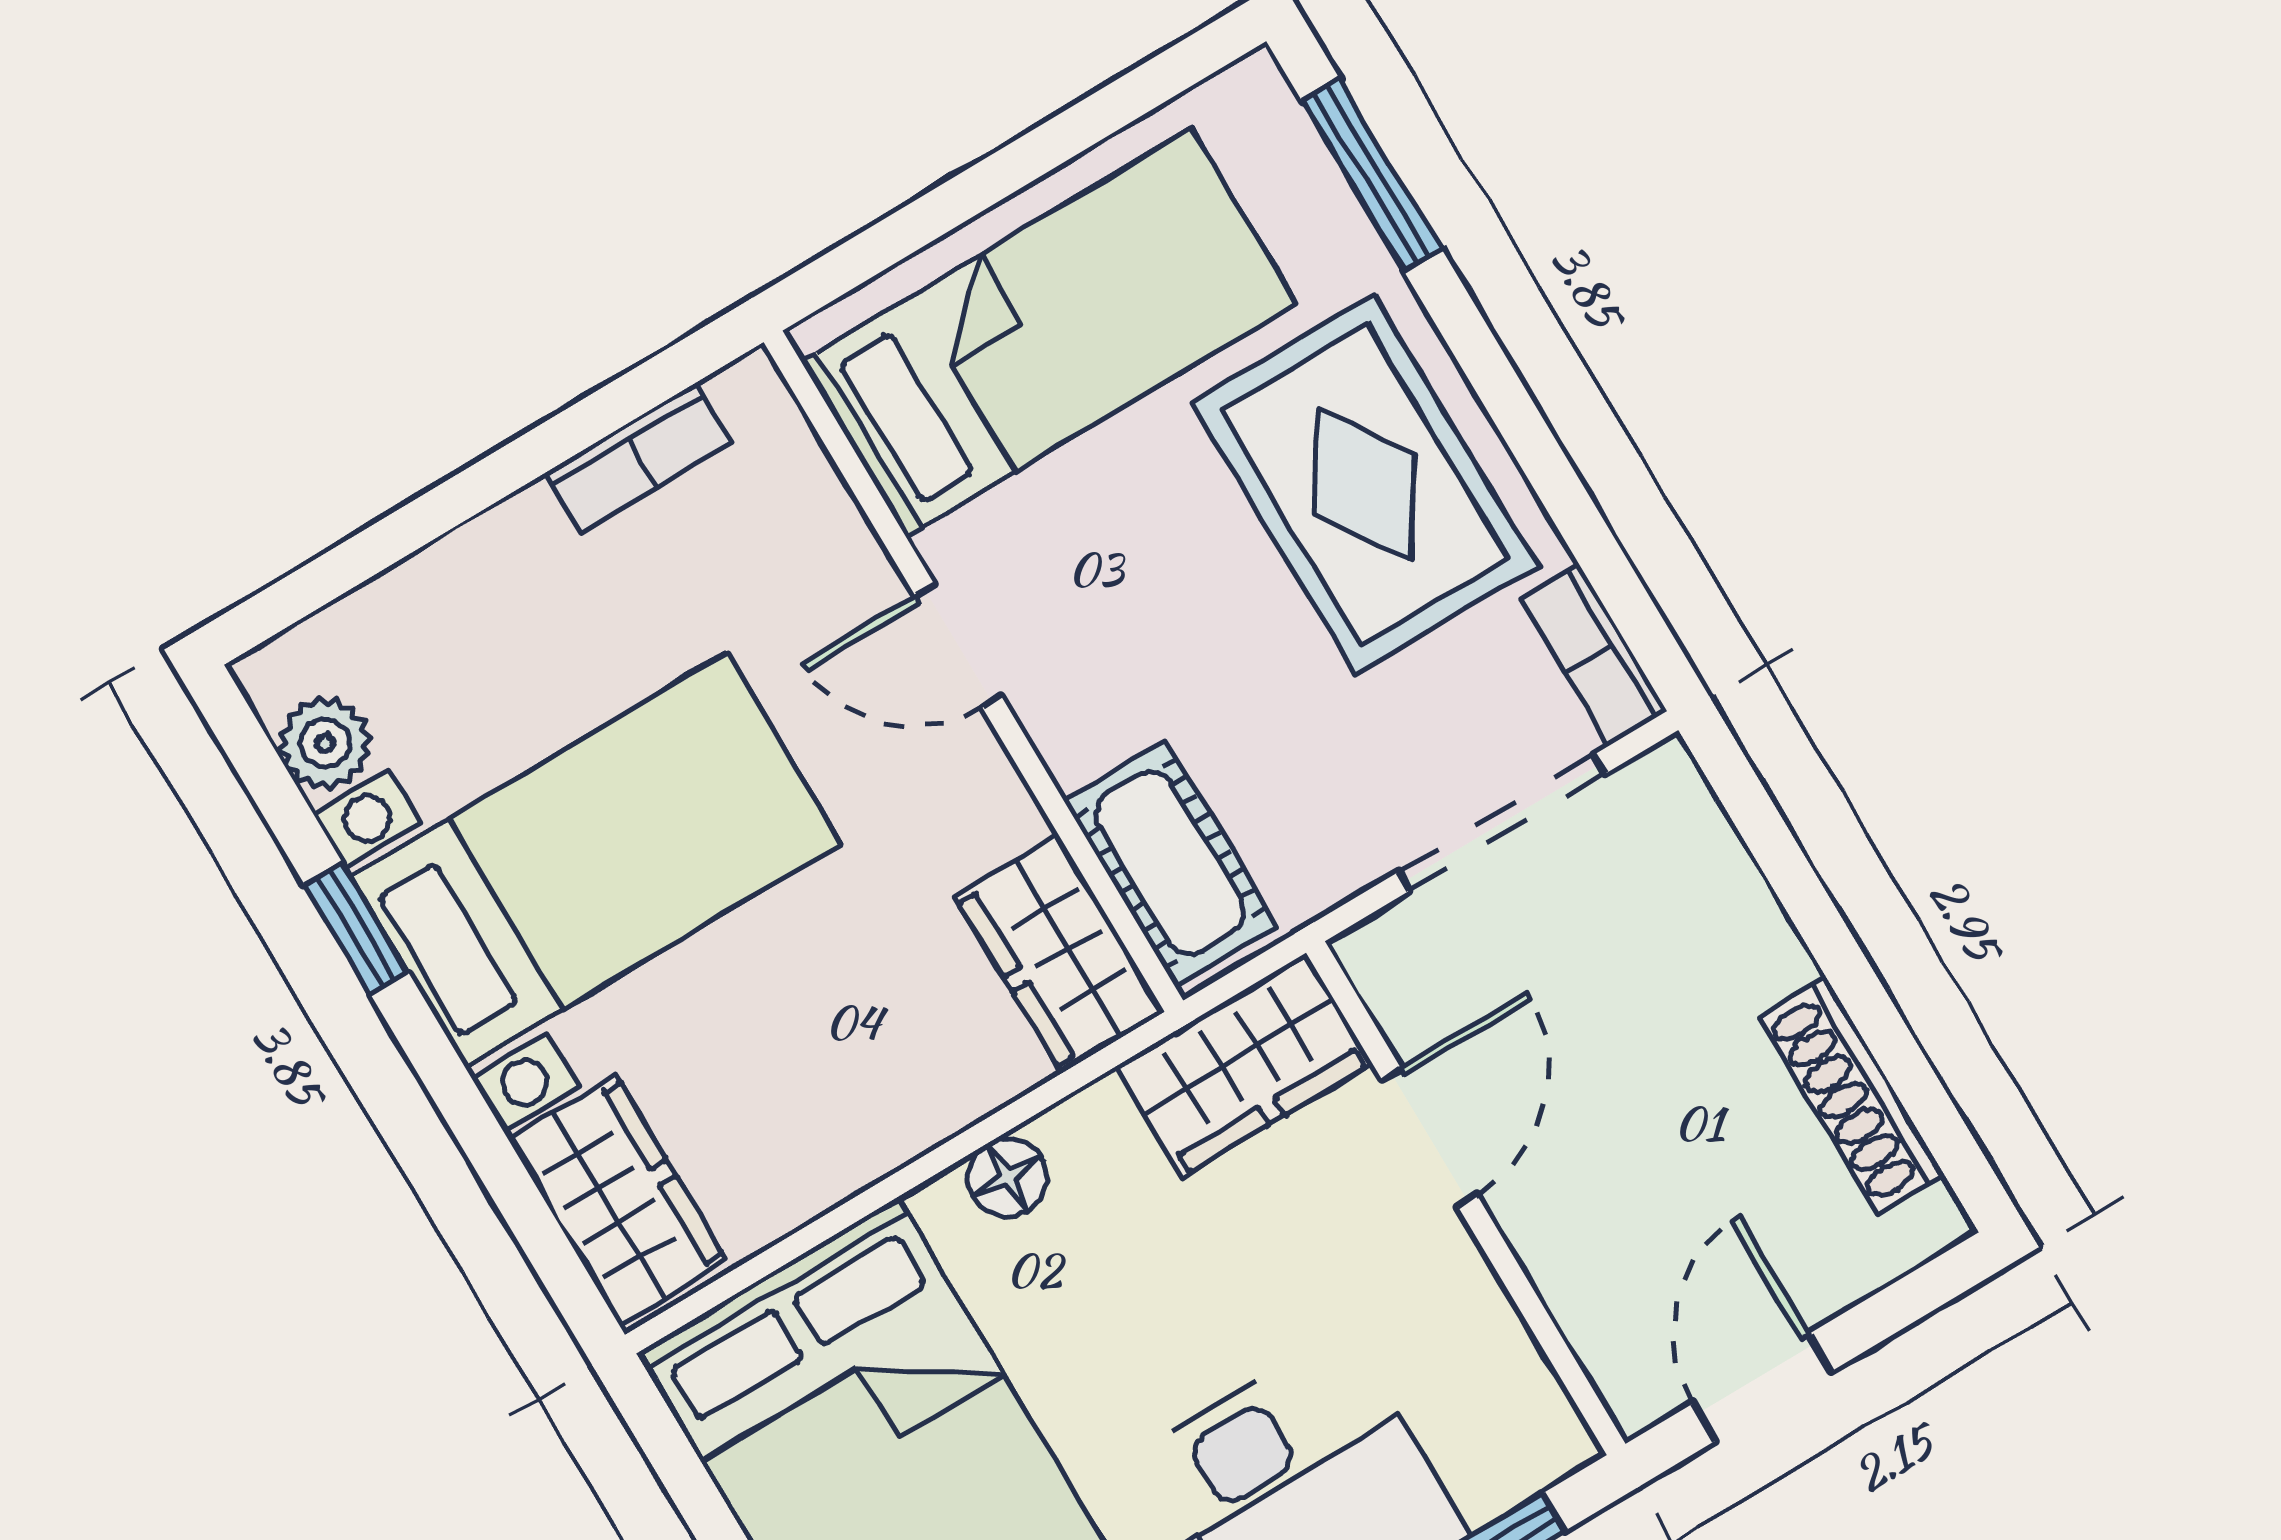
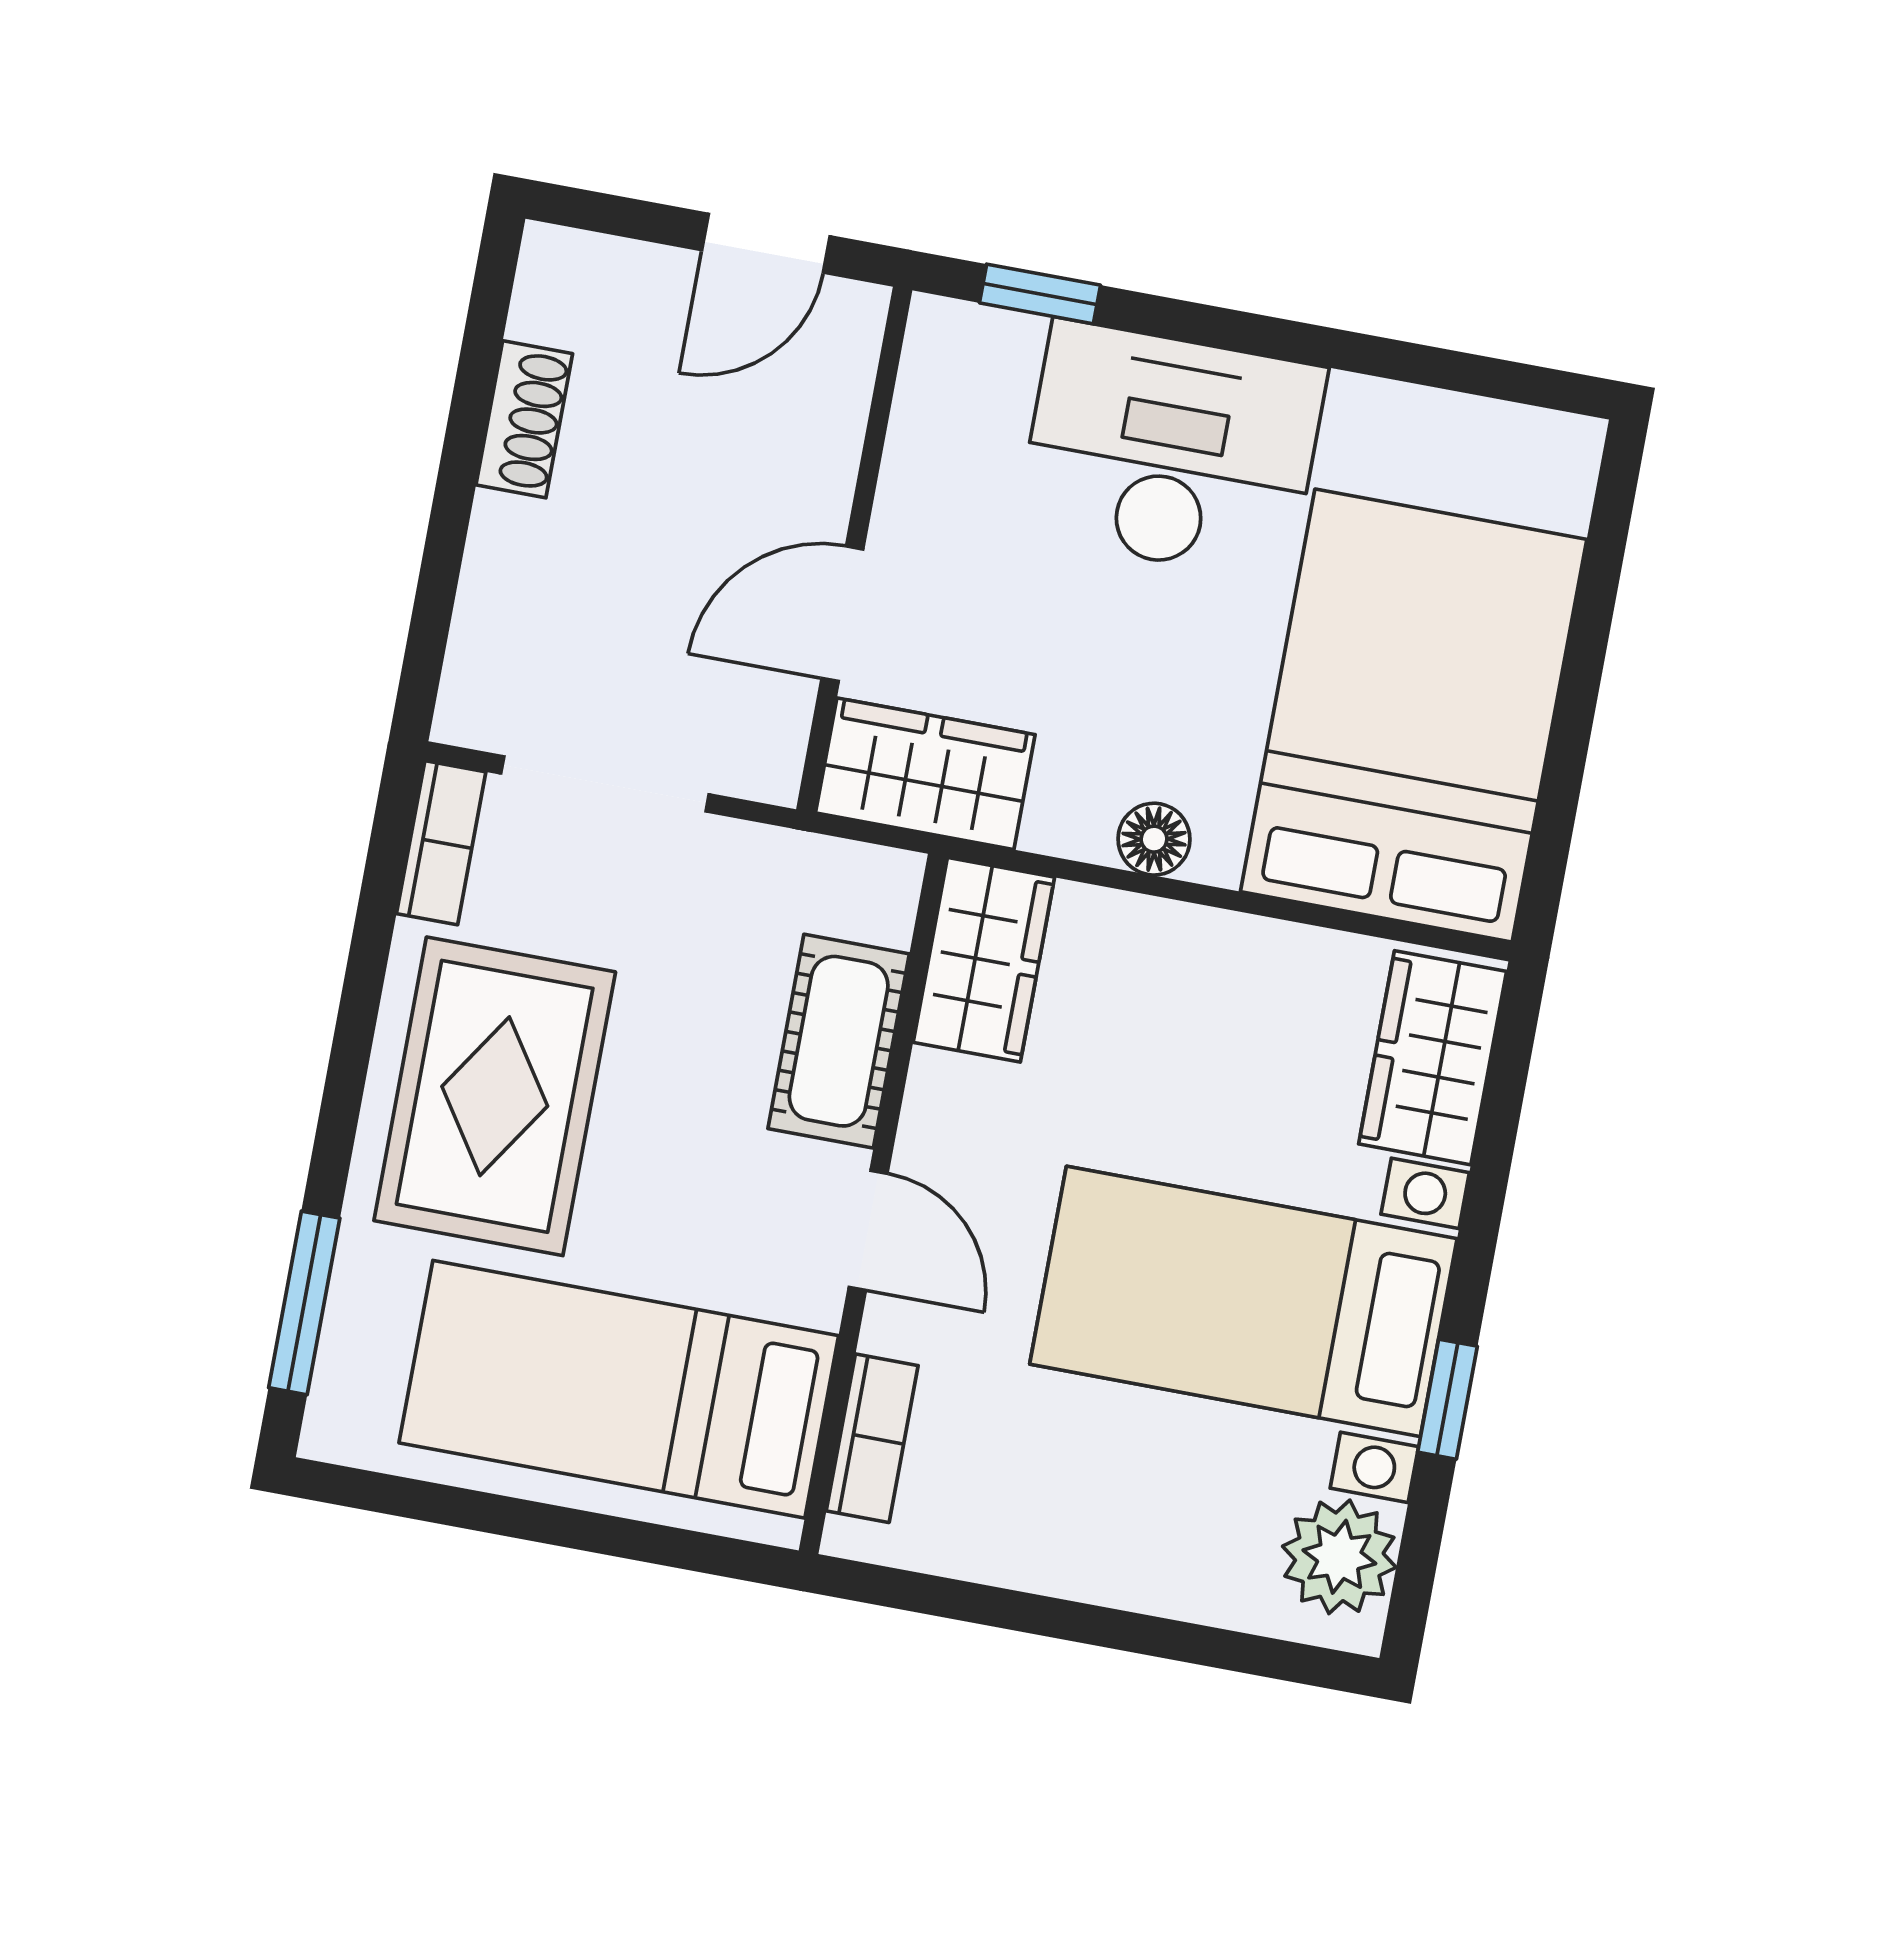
bookcase: (639, 458) -> (872, 1438), moved, turned 90
plant: (325, 743) -> (1339, 1557), width x1.38, depth x1.38
cot: (1170, 863) -> (839, 1041), moved
shoe rack: (1852, 1095) -> (524, 419), width x0.70

